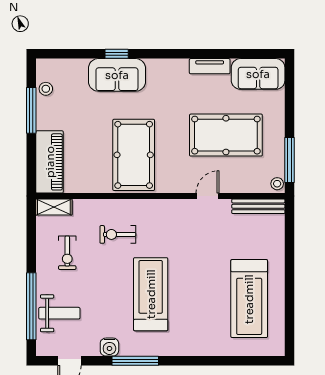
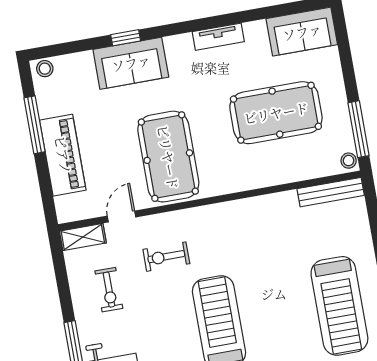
tv unit: (210, 66) -> (218, 37), moved
stool: (46, 89) -> (45, 69), moved
piano: (50, 162) -> (63, 155), moved
door: (207, 196) -> (121, 216), moved

